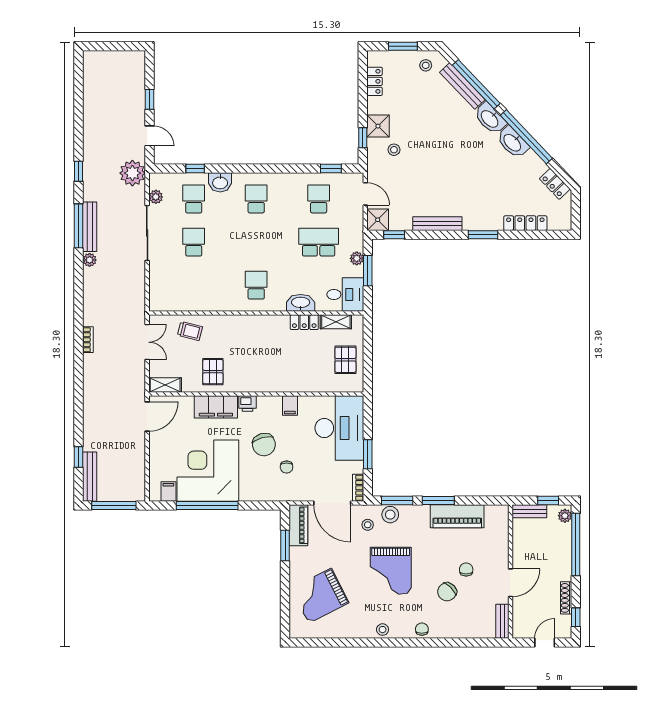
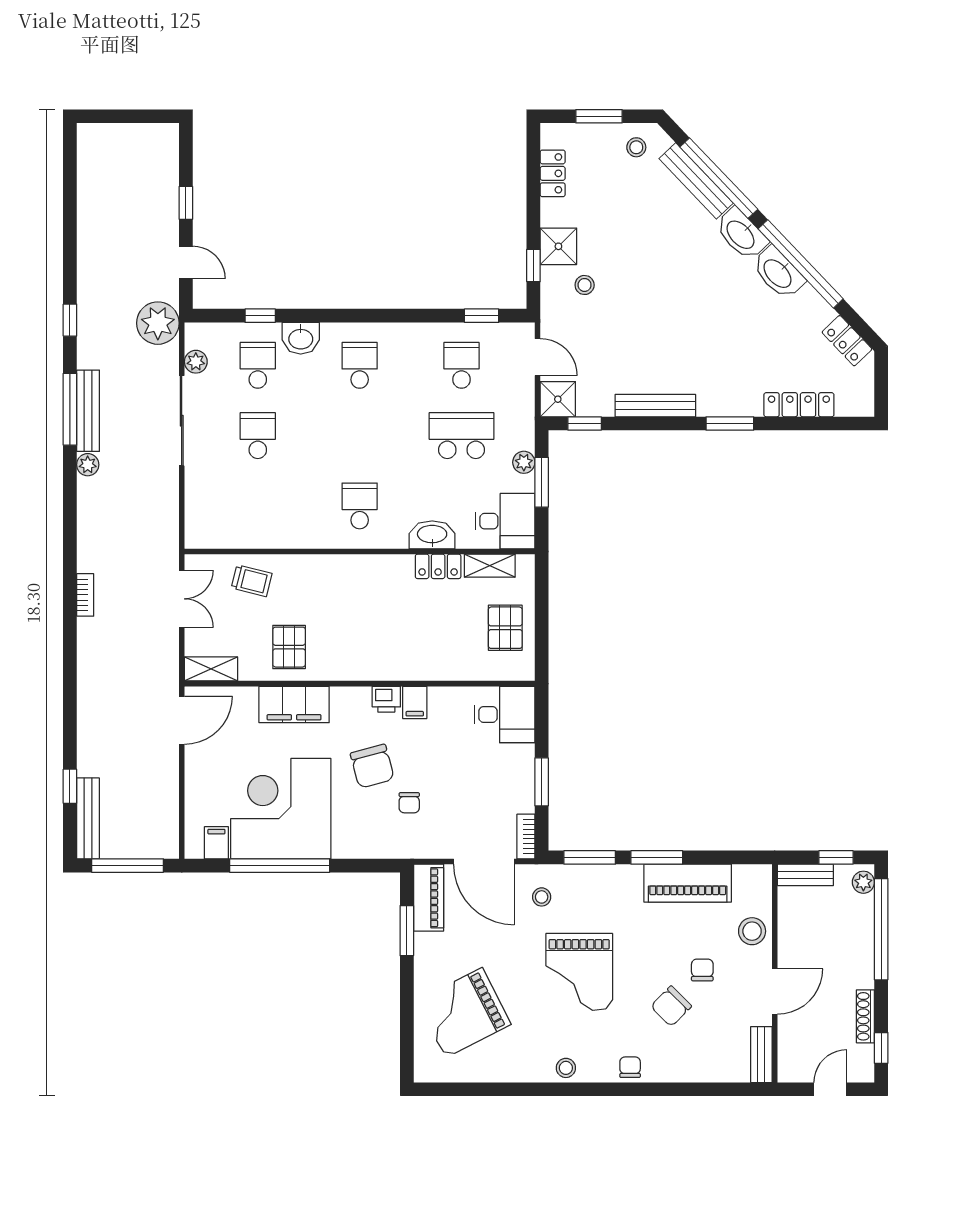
printer: (247, 404) -> (386, 699), moved
desk: (339, 428) -> (504, 714), width x0.53, depth x0.77
stool: (390, 515) -> (752, 931), moved

